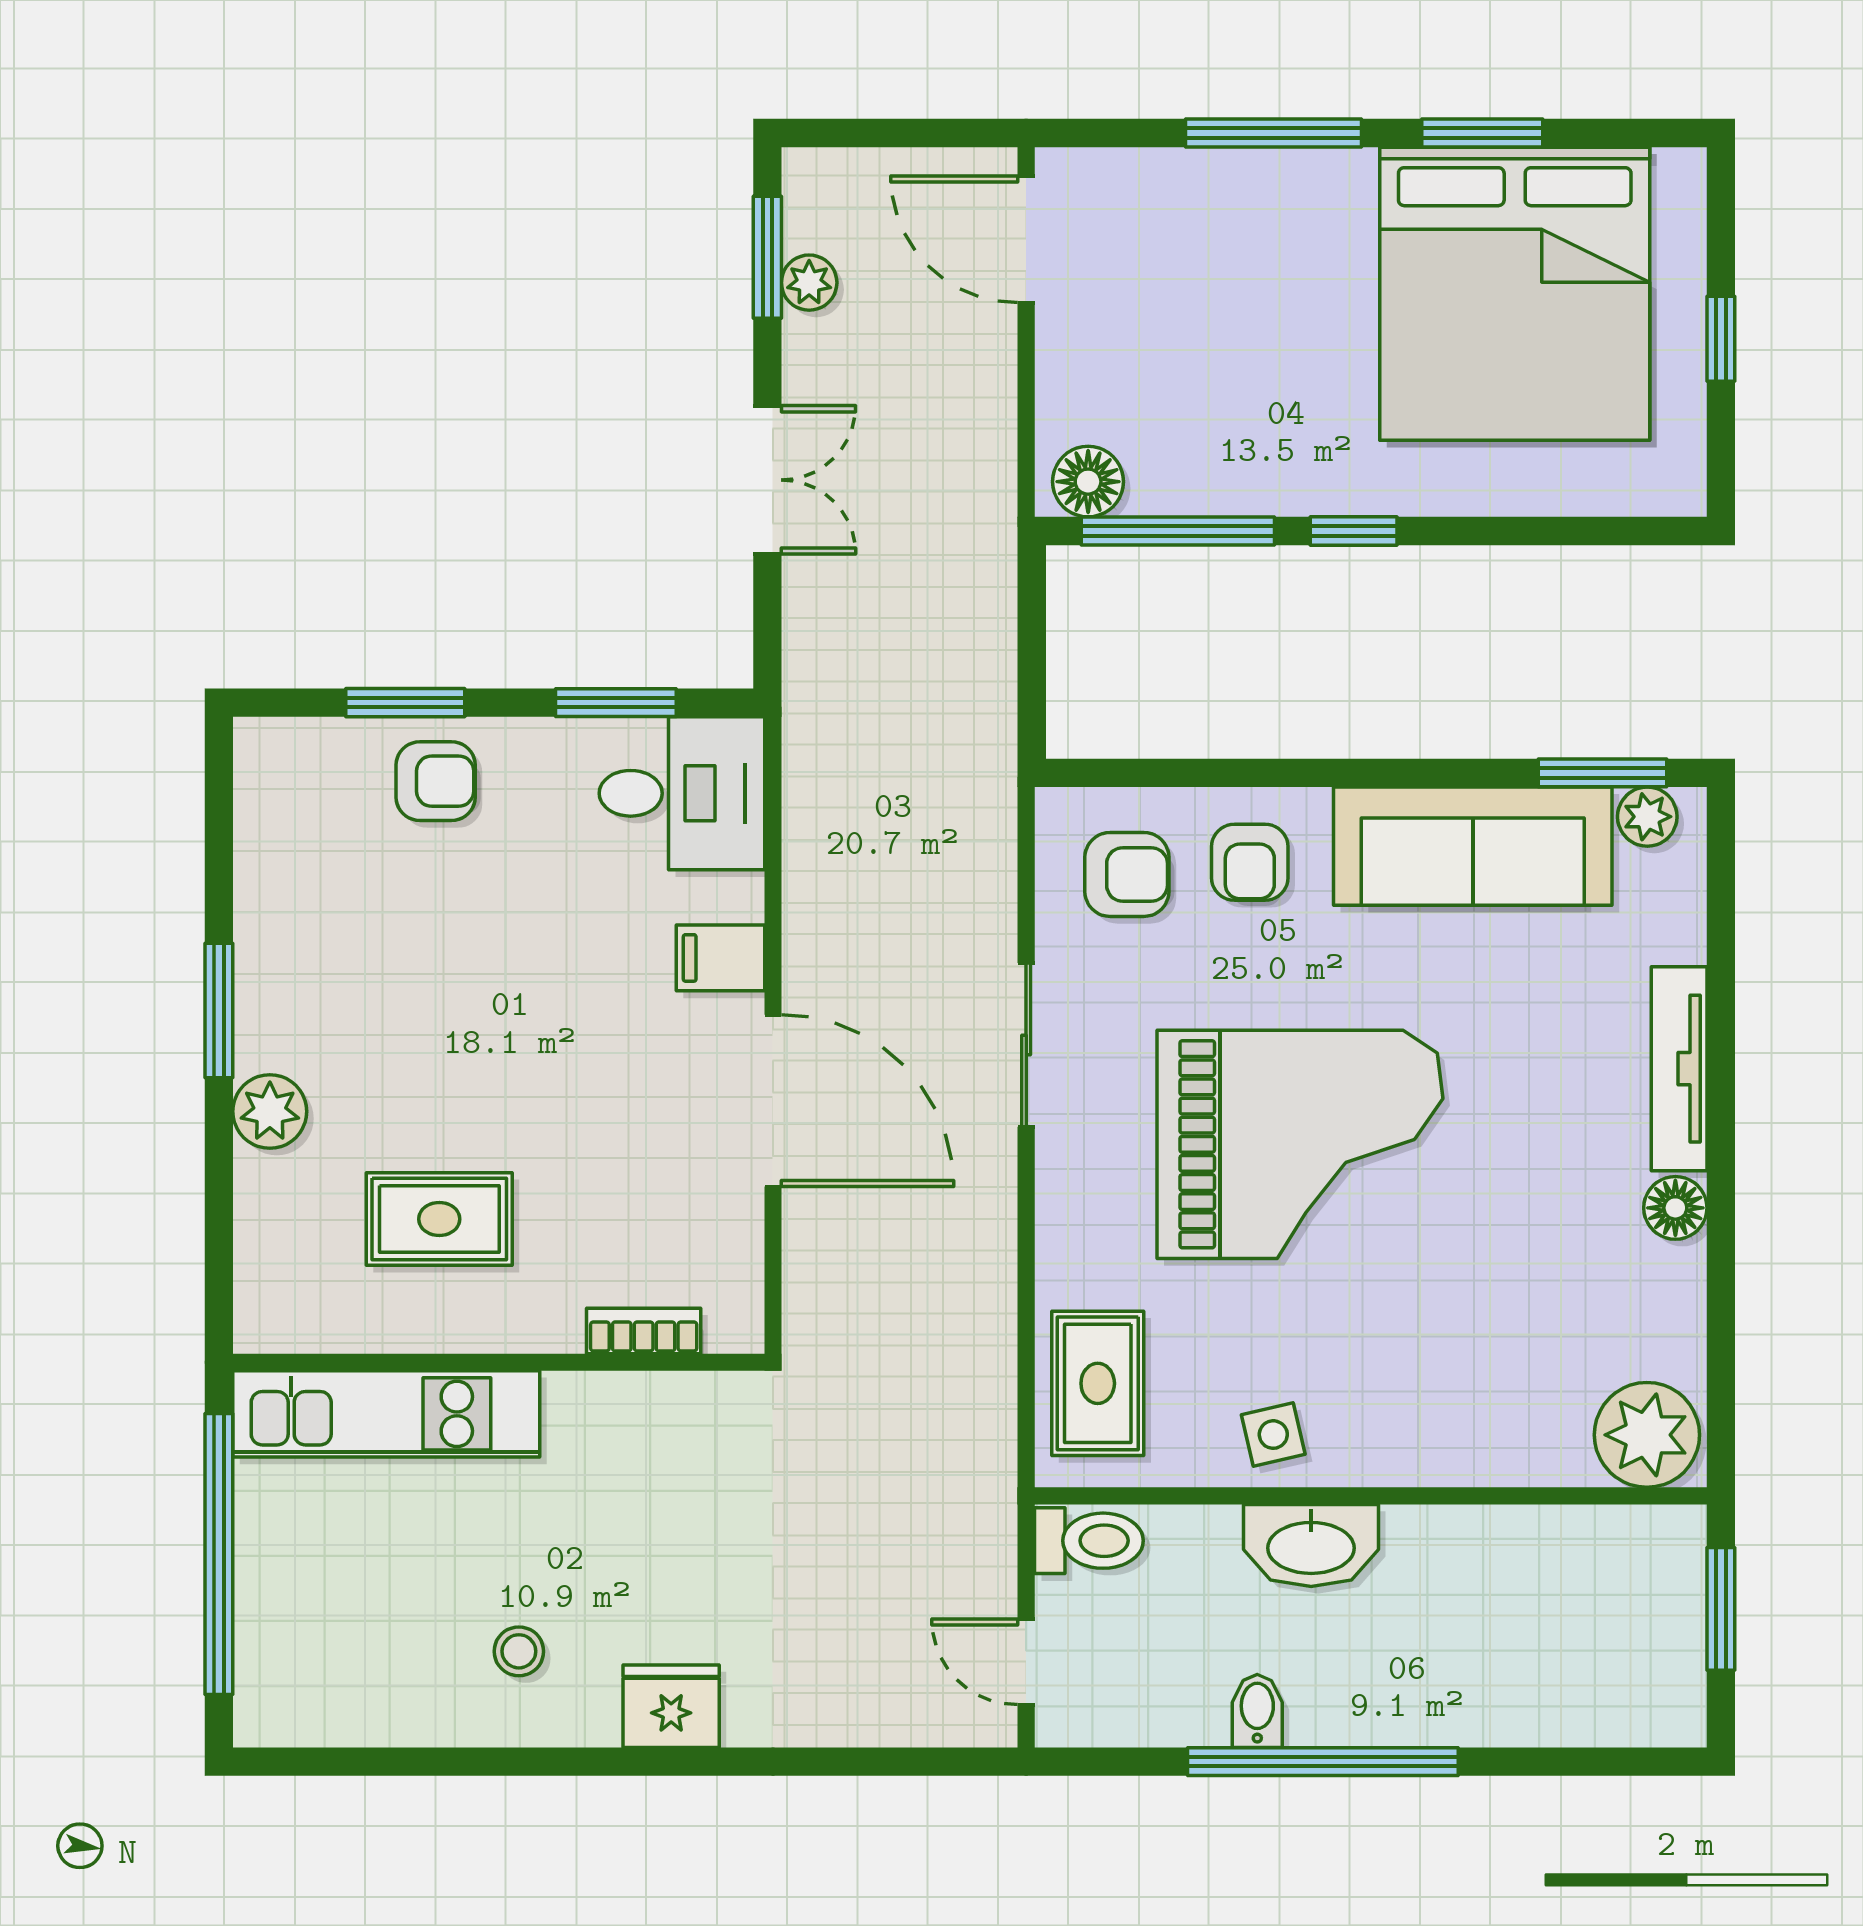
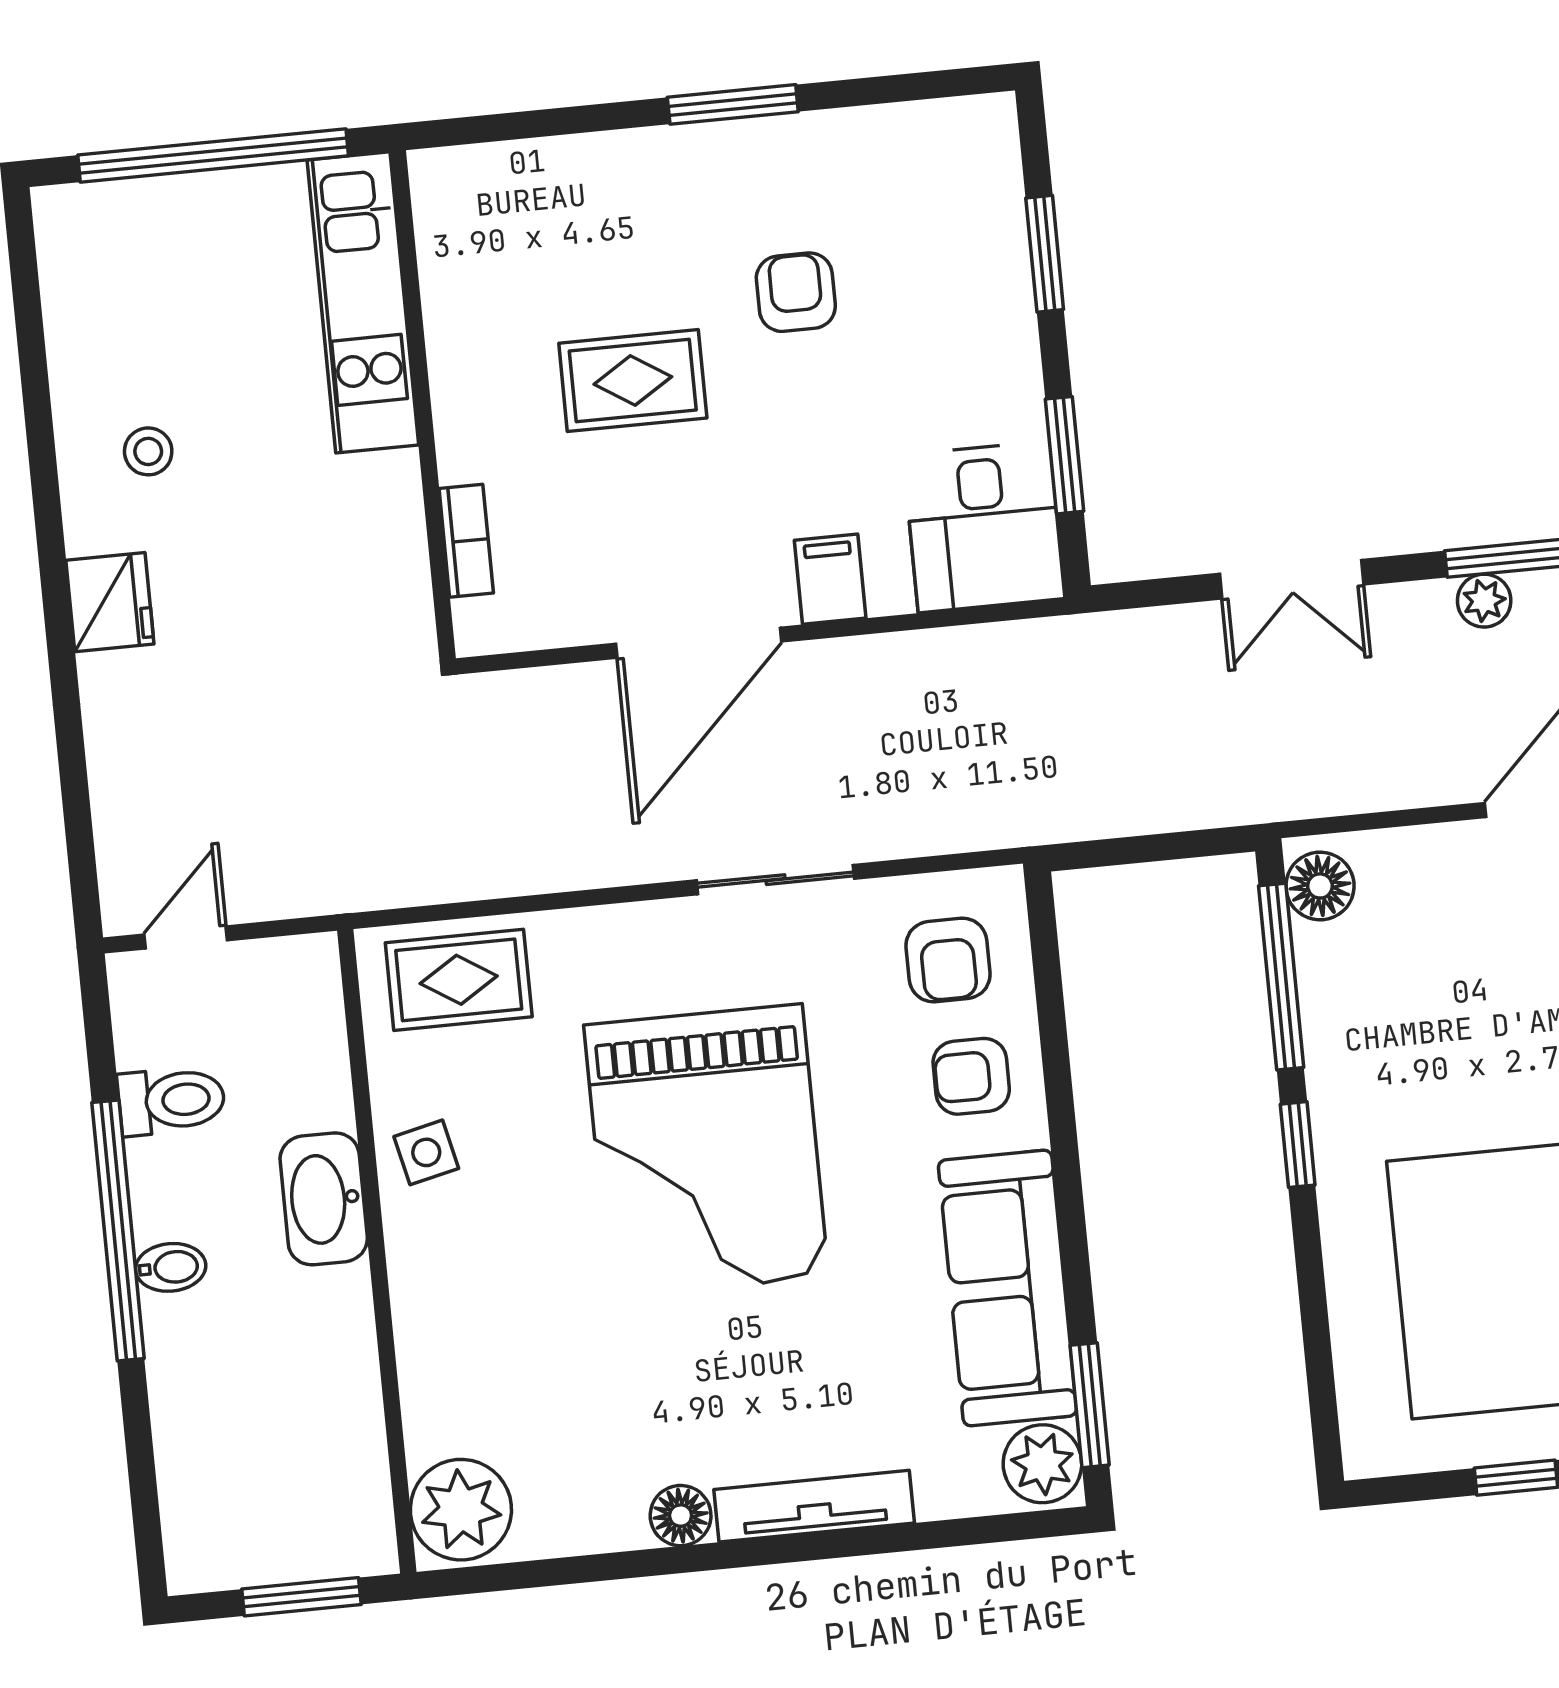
armchair: (436, 781) -> (796, 292), moved, turned 180
plant: (1647, 817) -> (1042, 1464), width x1.38, depth x1.38
plant: (270, 1111) -> (641, 163), removed
rug: (439, 1219) -> (633, 381), moved, turned 90
toilet: (1089, 1541) -> (171, 1101), moved, turned -90
bidet: (1257, 1711) -> (171, 1267), moved

